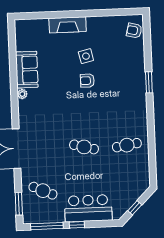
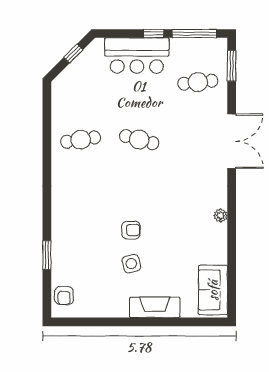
armchair: (134, 31) -> (64, 296), turned 76
sofa: (27, 70) -> (213, 290), moved
window: (149, 82) -> (47, 255), moved
cafe table: (43, 191) -> (198, 82), turned -30

